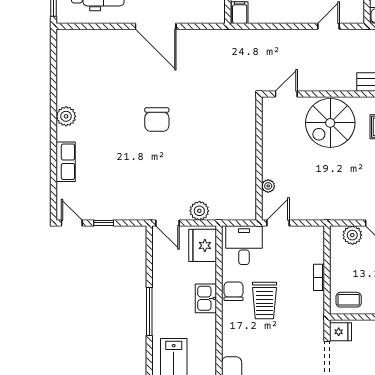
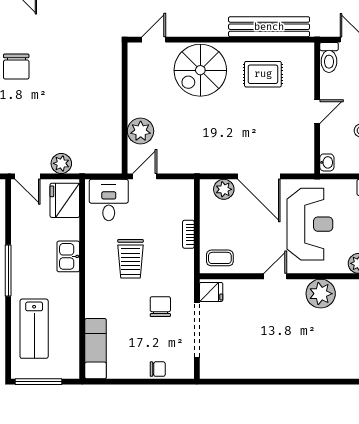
plant: (268, 186) -> (141, 131), width x1.88, depth x1.88
chair: (233, 291) -> (160, 307), moved

